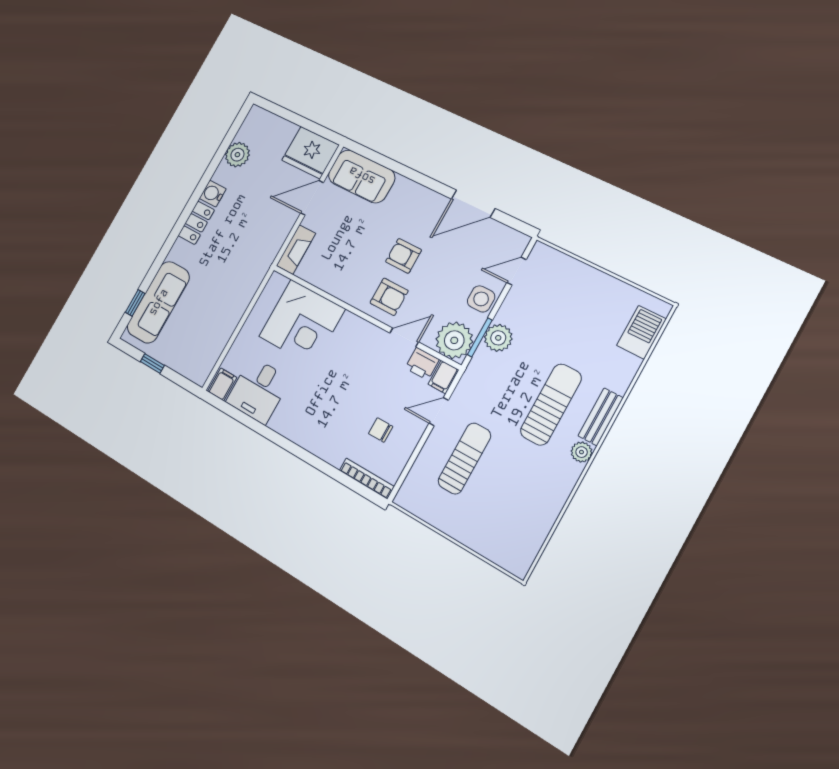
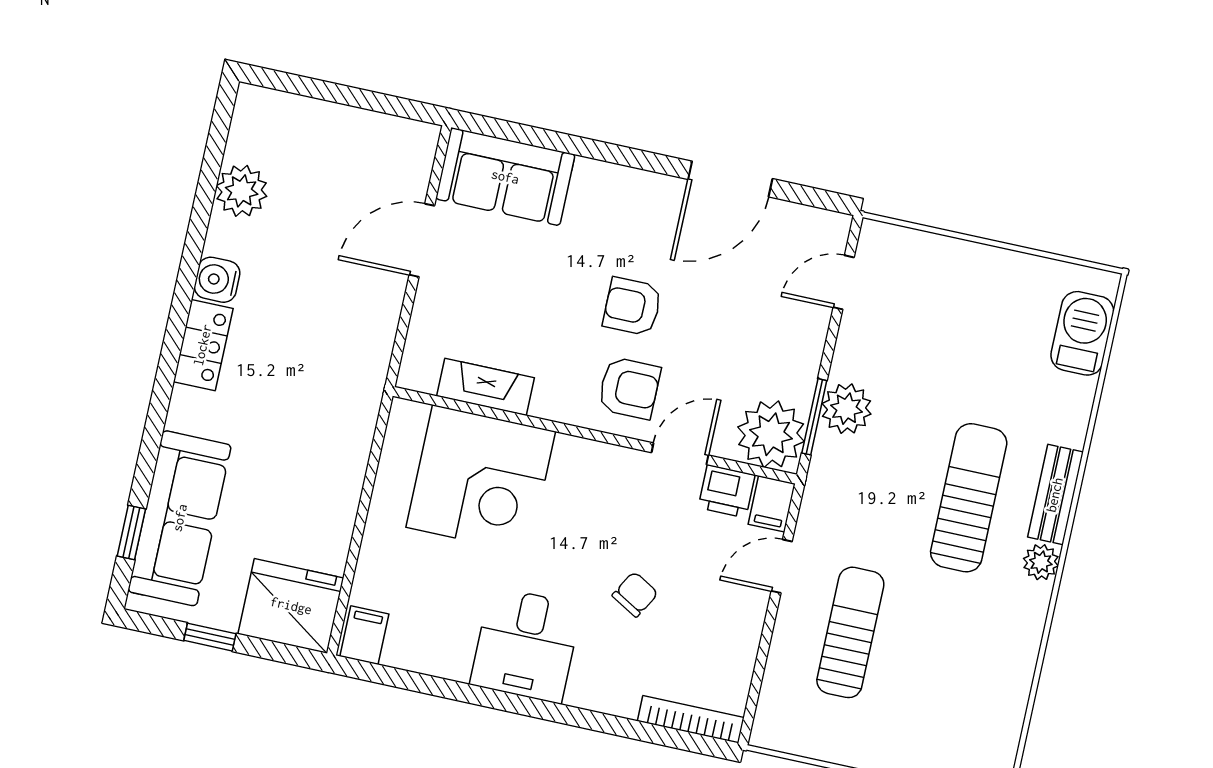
fridge: (310, 153) -> (291, 606), moved, turned 180
fireplace: (296, 250) -> (486, 387), moved, turned -90
side table: (481, 299) -> (796, 348), removed
desk: (258, 390) -> (526, 645), moved
chair: (381, 430) -> (635, 594), moved, turned 120

